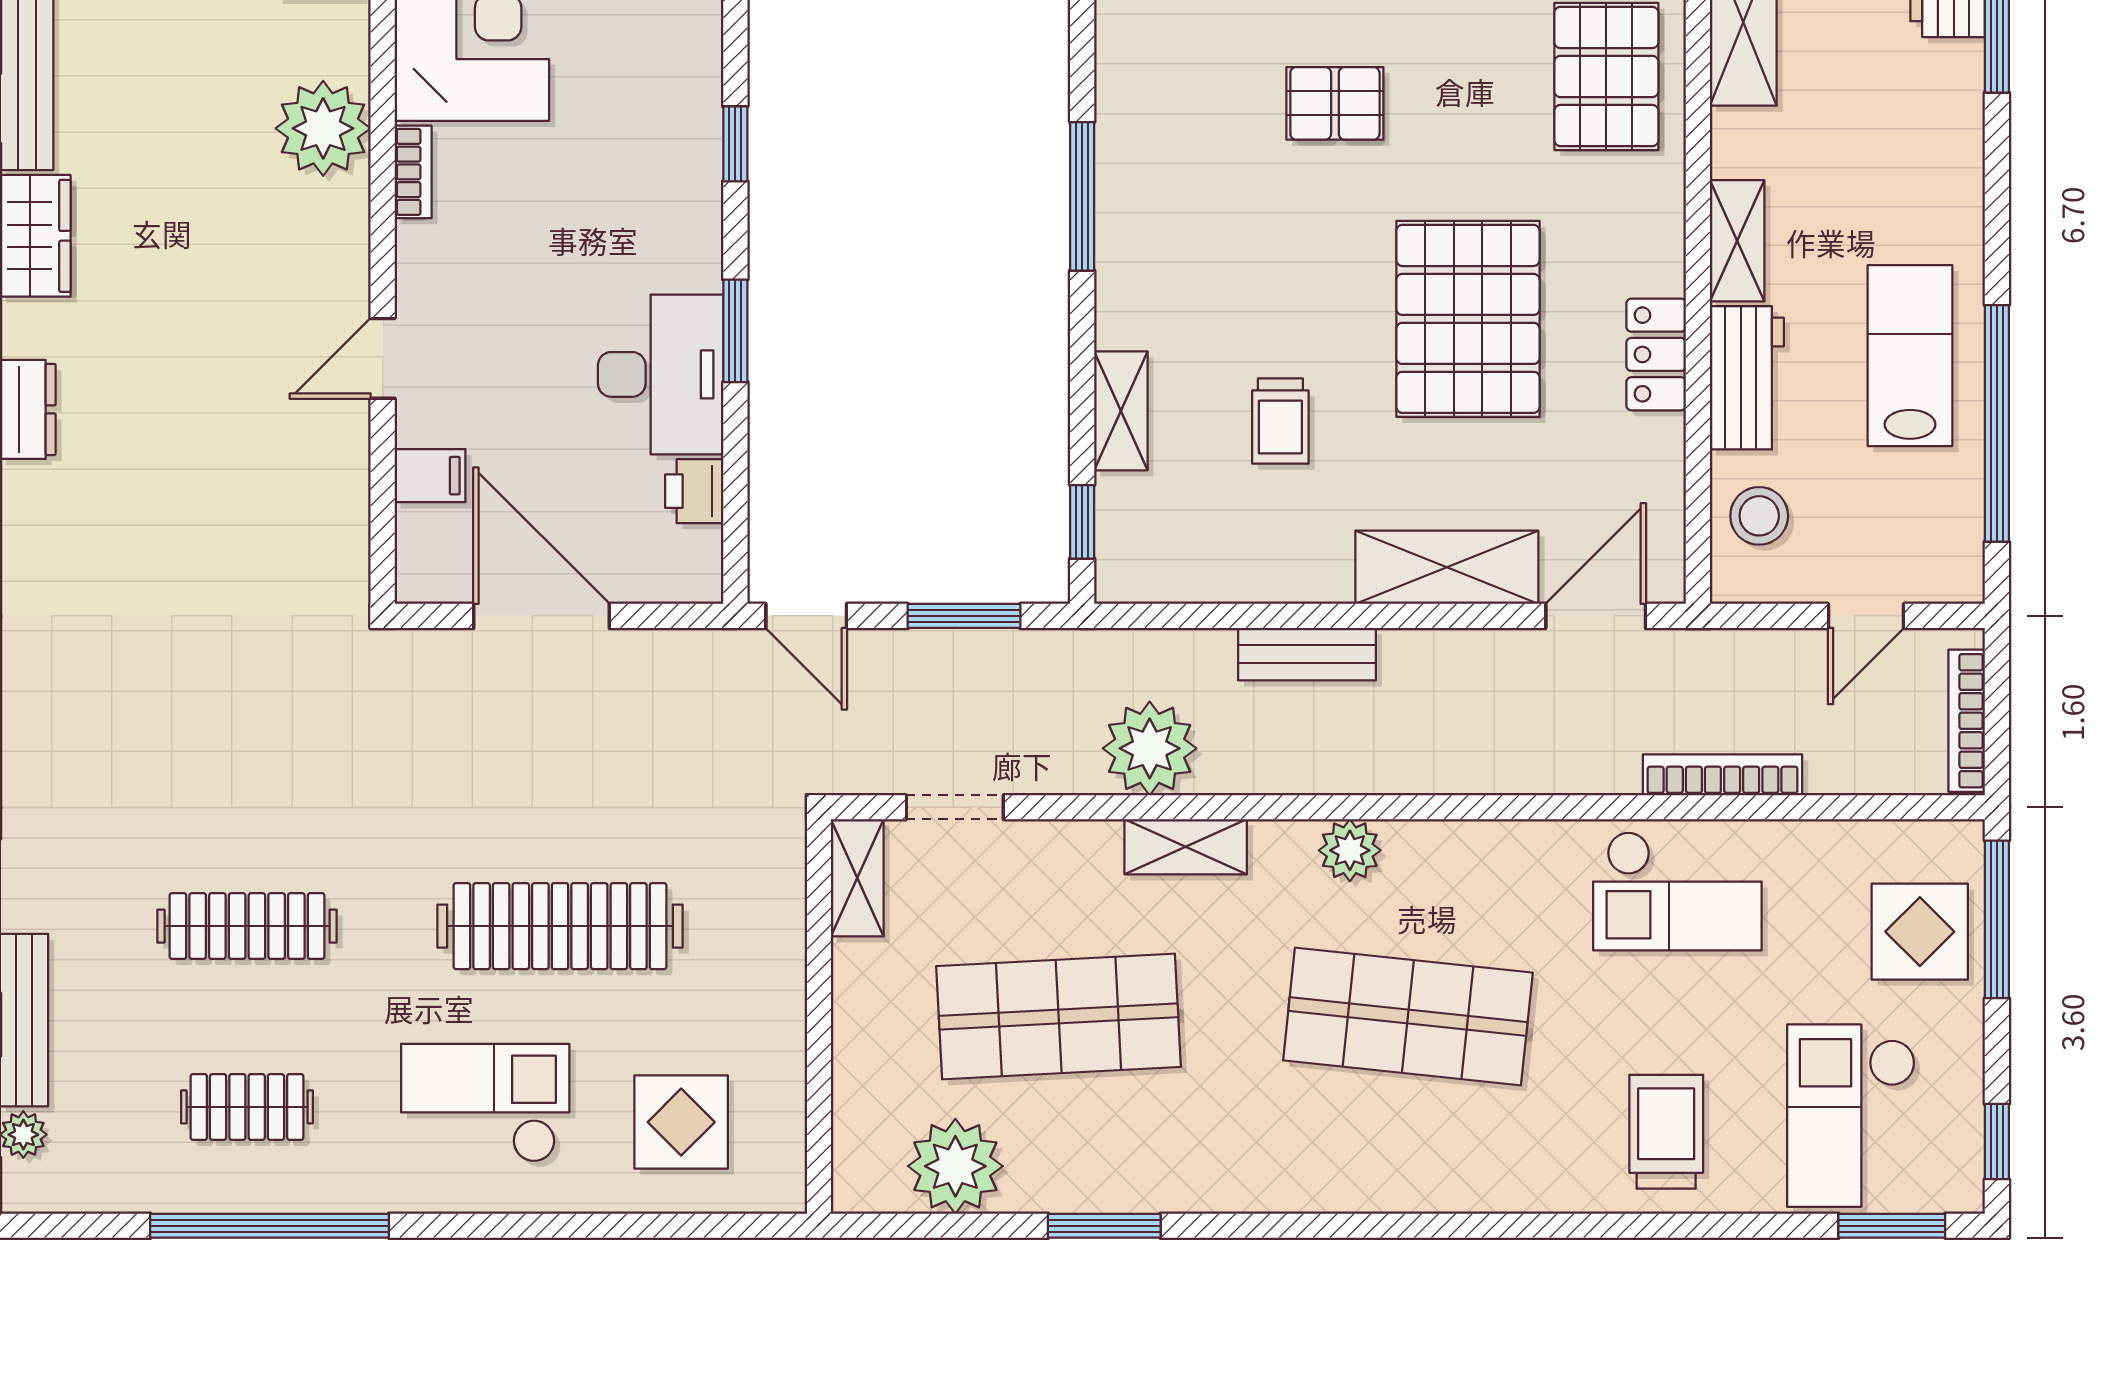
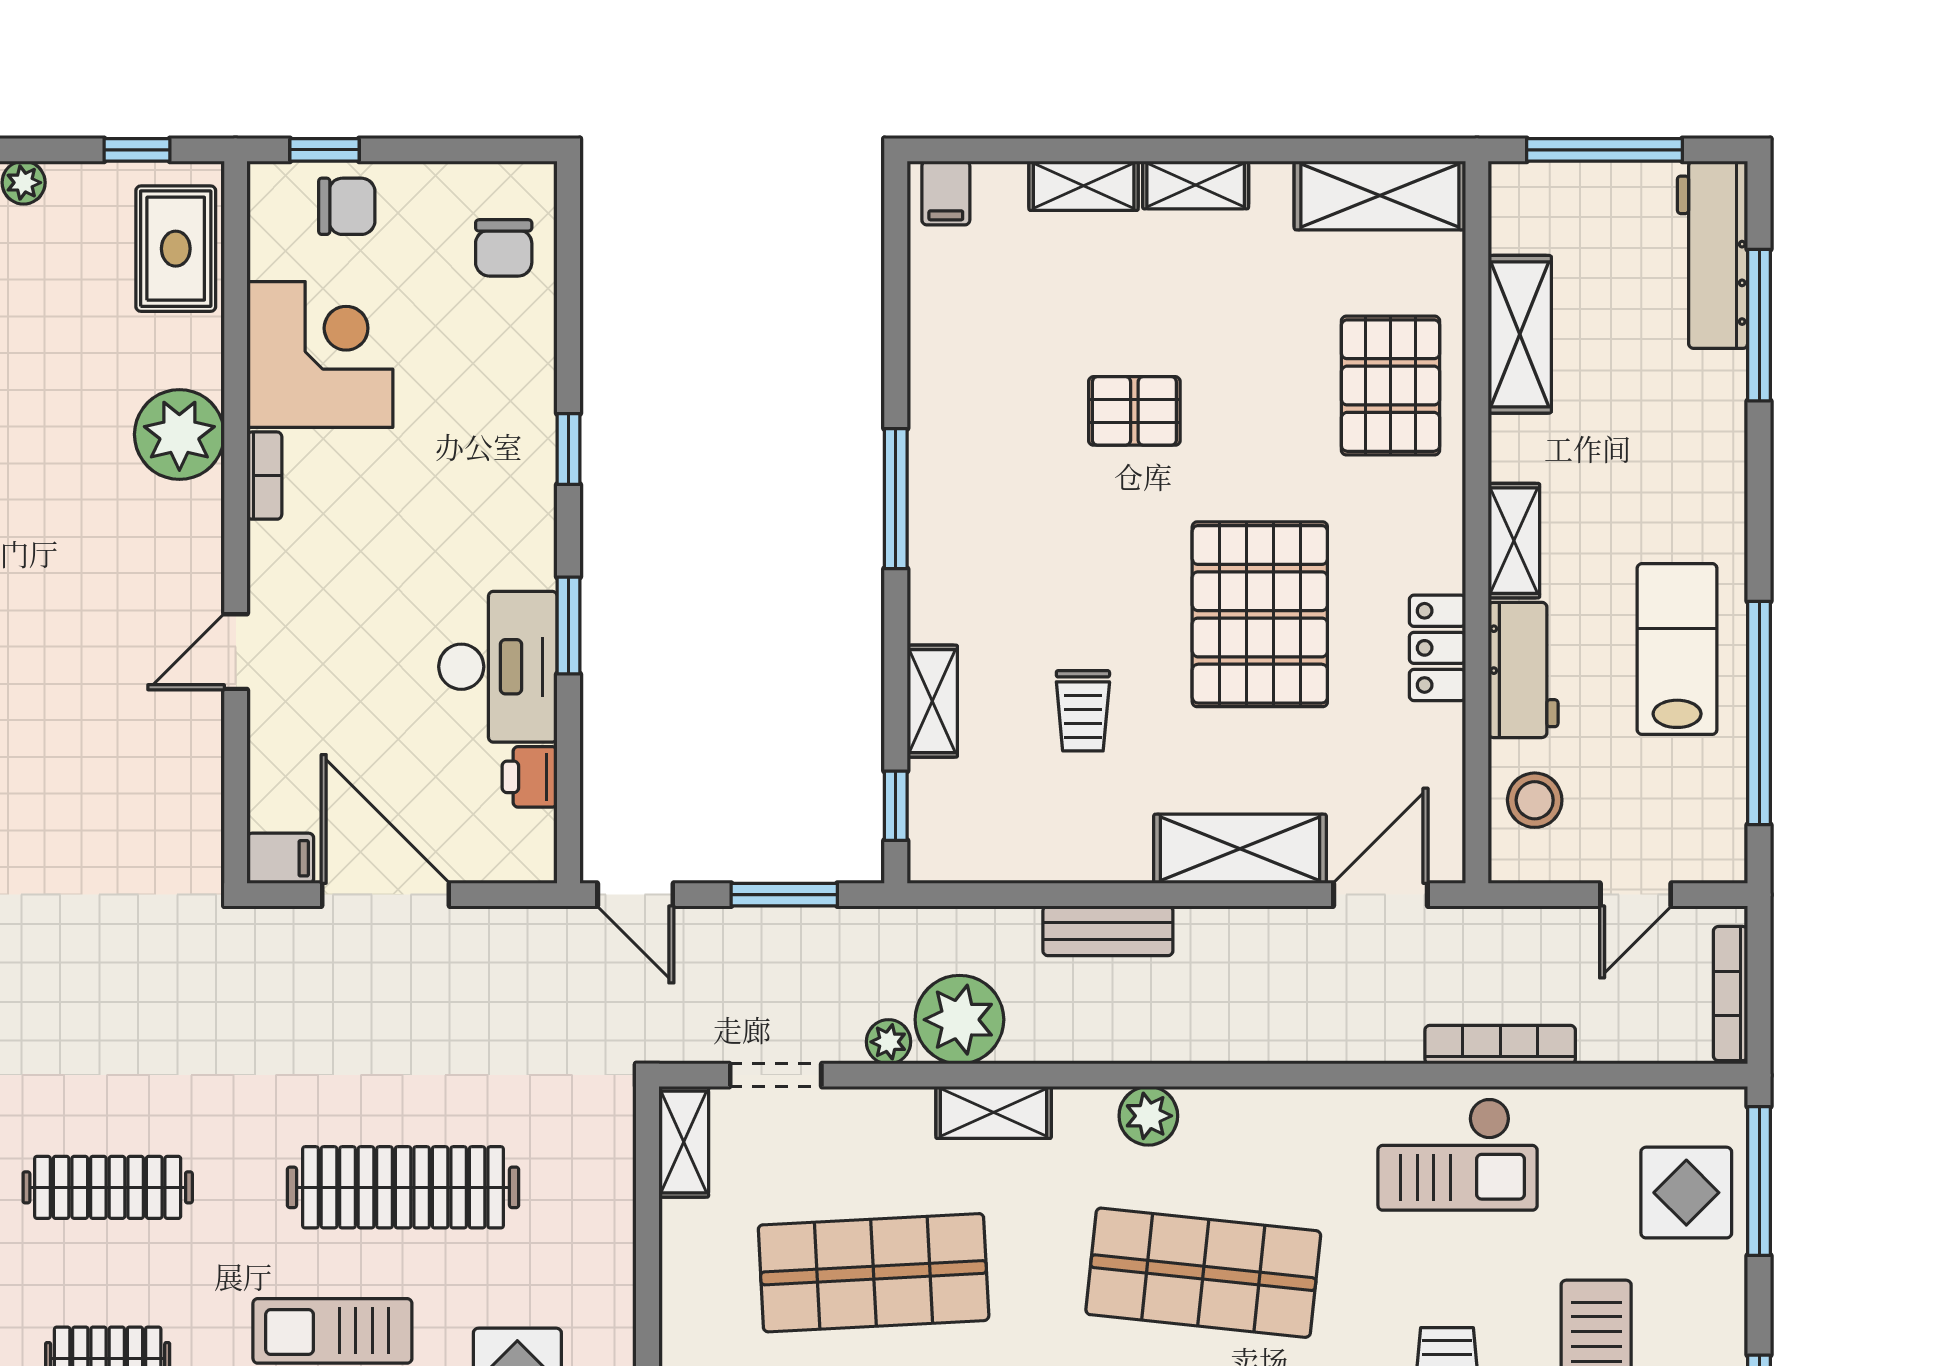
filing cabinet: (430, 476) -> (280, 858), moved
plant: (1074, 772) -> (889, 1042), added

